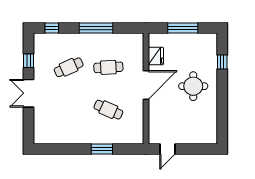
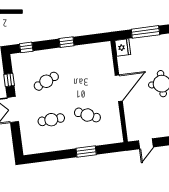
window: (96, 28) -> (67, 42), width x0.46
fridge: (156, 56) -> (123, 47), moved
cafe table: (108, 67) -> (51, 120), moved

